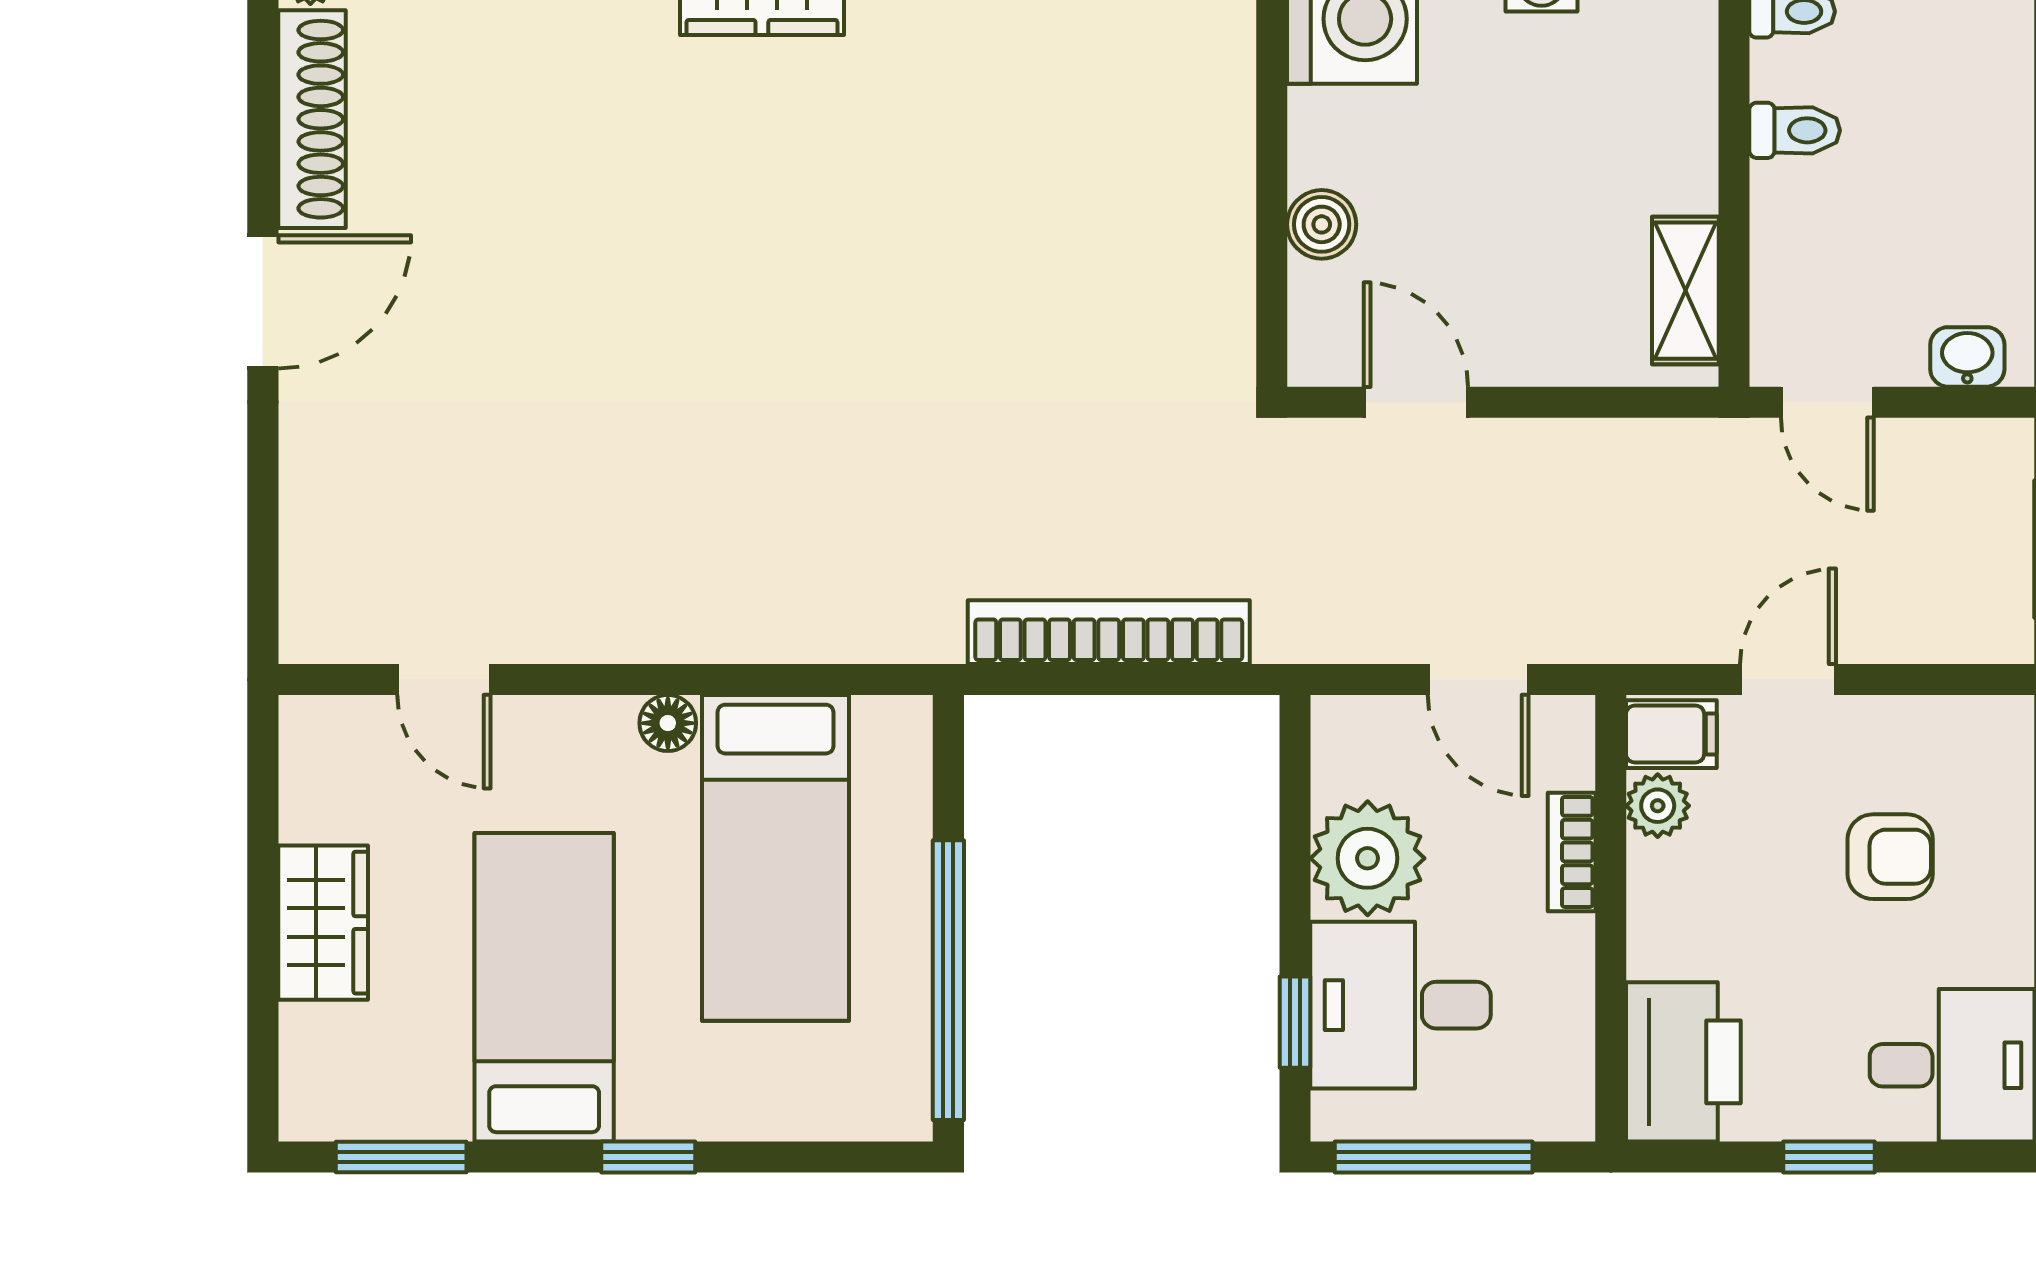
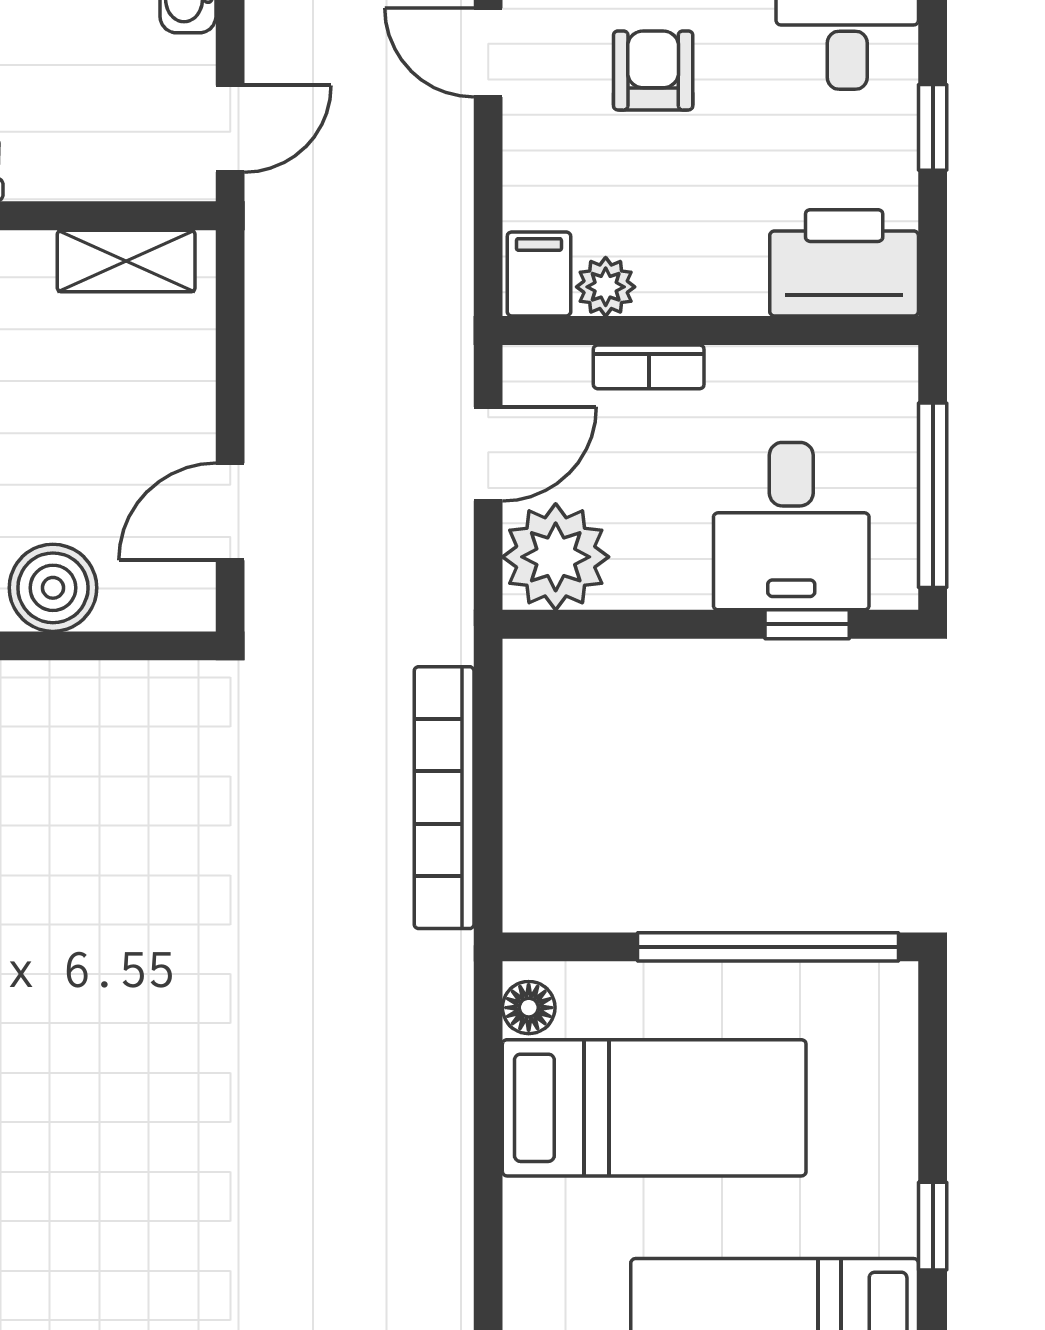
boiler: (1322, 224) -> (53, 588), width x1.36, depth x1.36
door: (1788, 679) -> (488, 53), moved
floor lamp: (668, 723) -> (529, 1008), moved
plant: (1368, 858) -> (556, 557), moved

